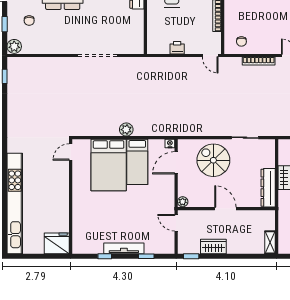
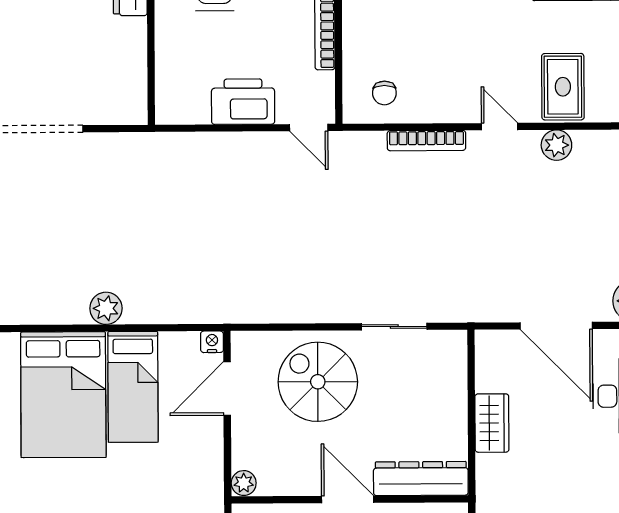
printer: (177, 48) -> (243, 102), width x1.87, depth x1.48
dresser: (268, 188) -> (421, 479), moved, turned 90

